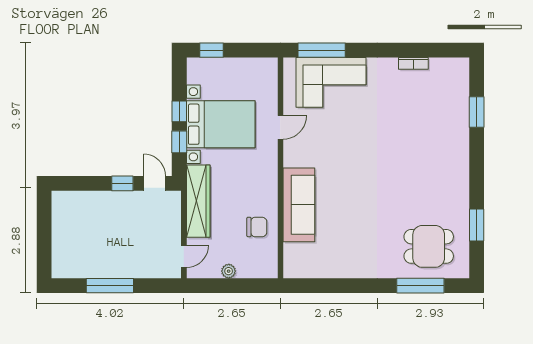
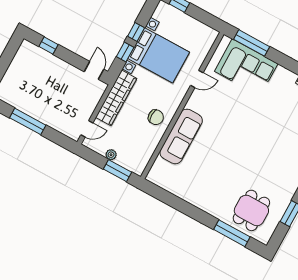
window: (122, 183) -> (48, 46), moved
chair: (257, 227) -> (156, 117), moved
dining table: (429, 246) -> (251, 210), turned 90
window: (246, 286) -> (118, 171), added

